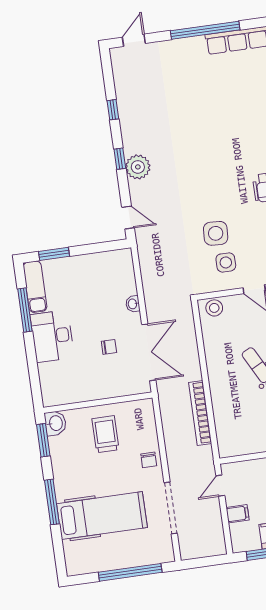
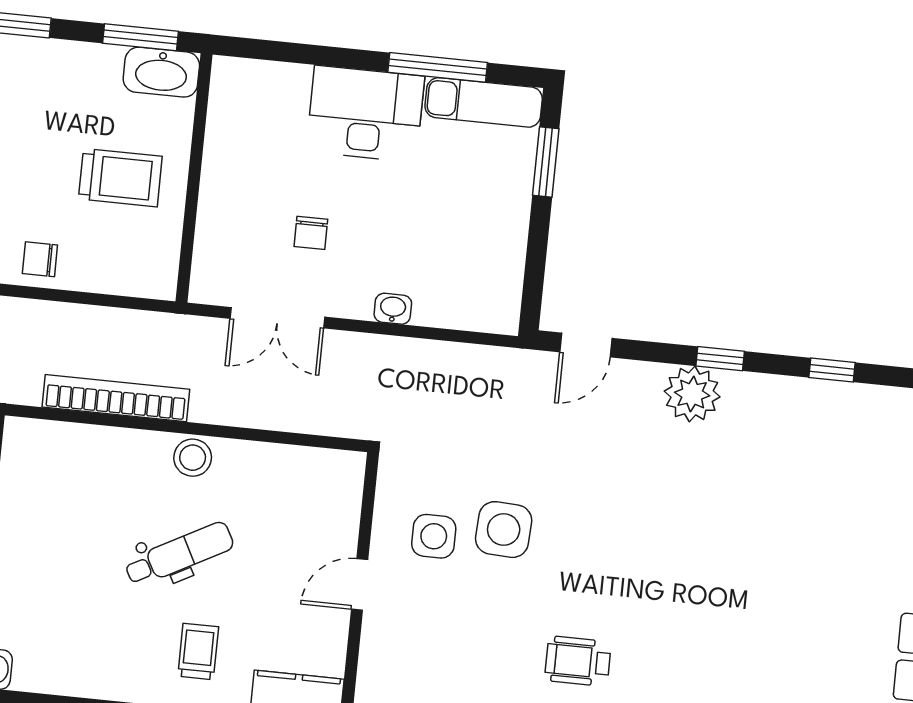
stool: (214, 308) -> (193, 458), moved
double door: (149, 352) -> (277, 318), width x0.73
washbasin: (55, 423) -> (161, 72), width x1.38

